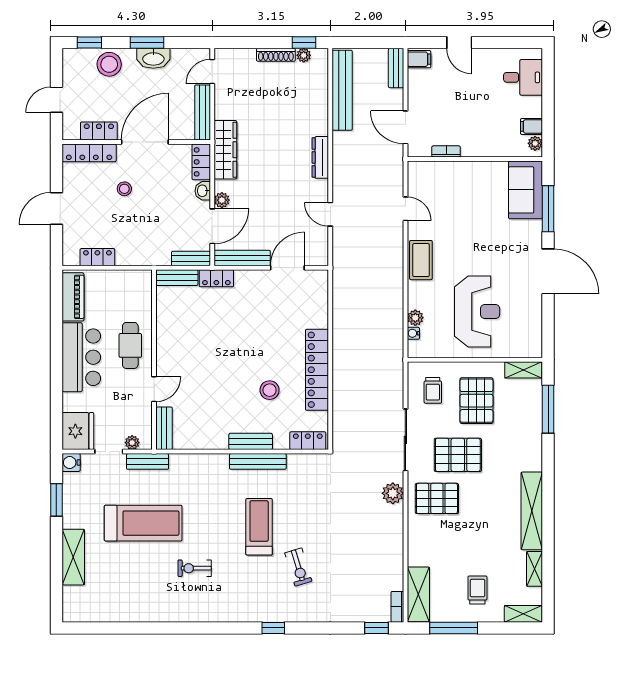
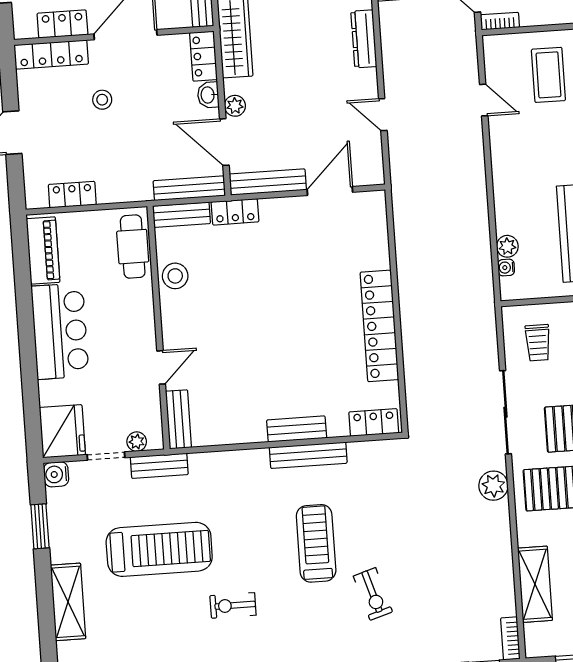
bookcase: (446, 151) -> (500, 21), moved
door: (212, 226) -> (224, 142), swing flipped
bench: (191, 258) -> (189, 188), width x1.36
coffee table: (421, 260) -> (548, 75), moved
cafe table: (130, 345) -> (133, 247), moved
stool: (270, 390) -> (175, 276), moved
shelving: (418, 594) -> (535, 584), moved

